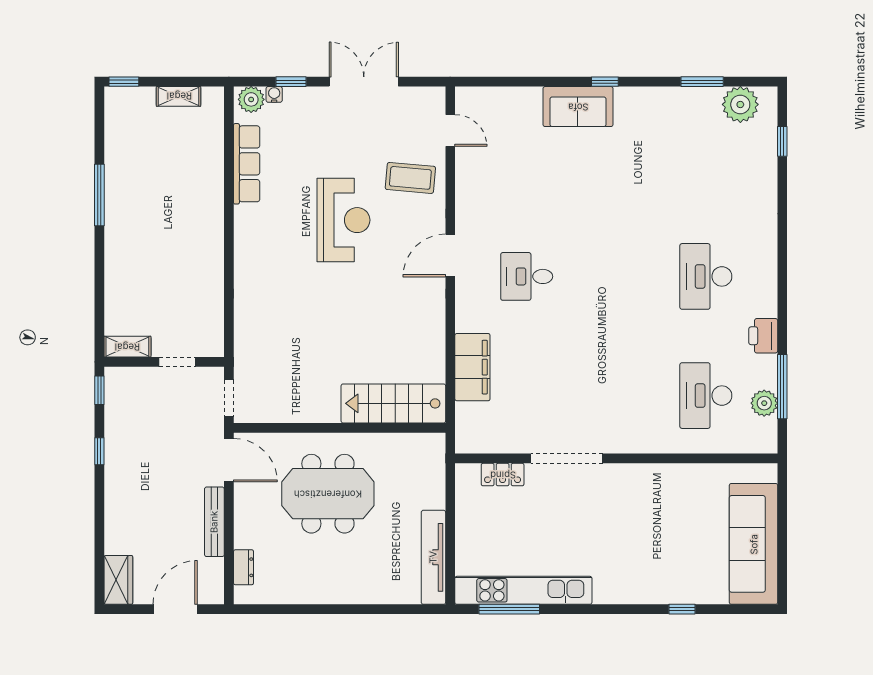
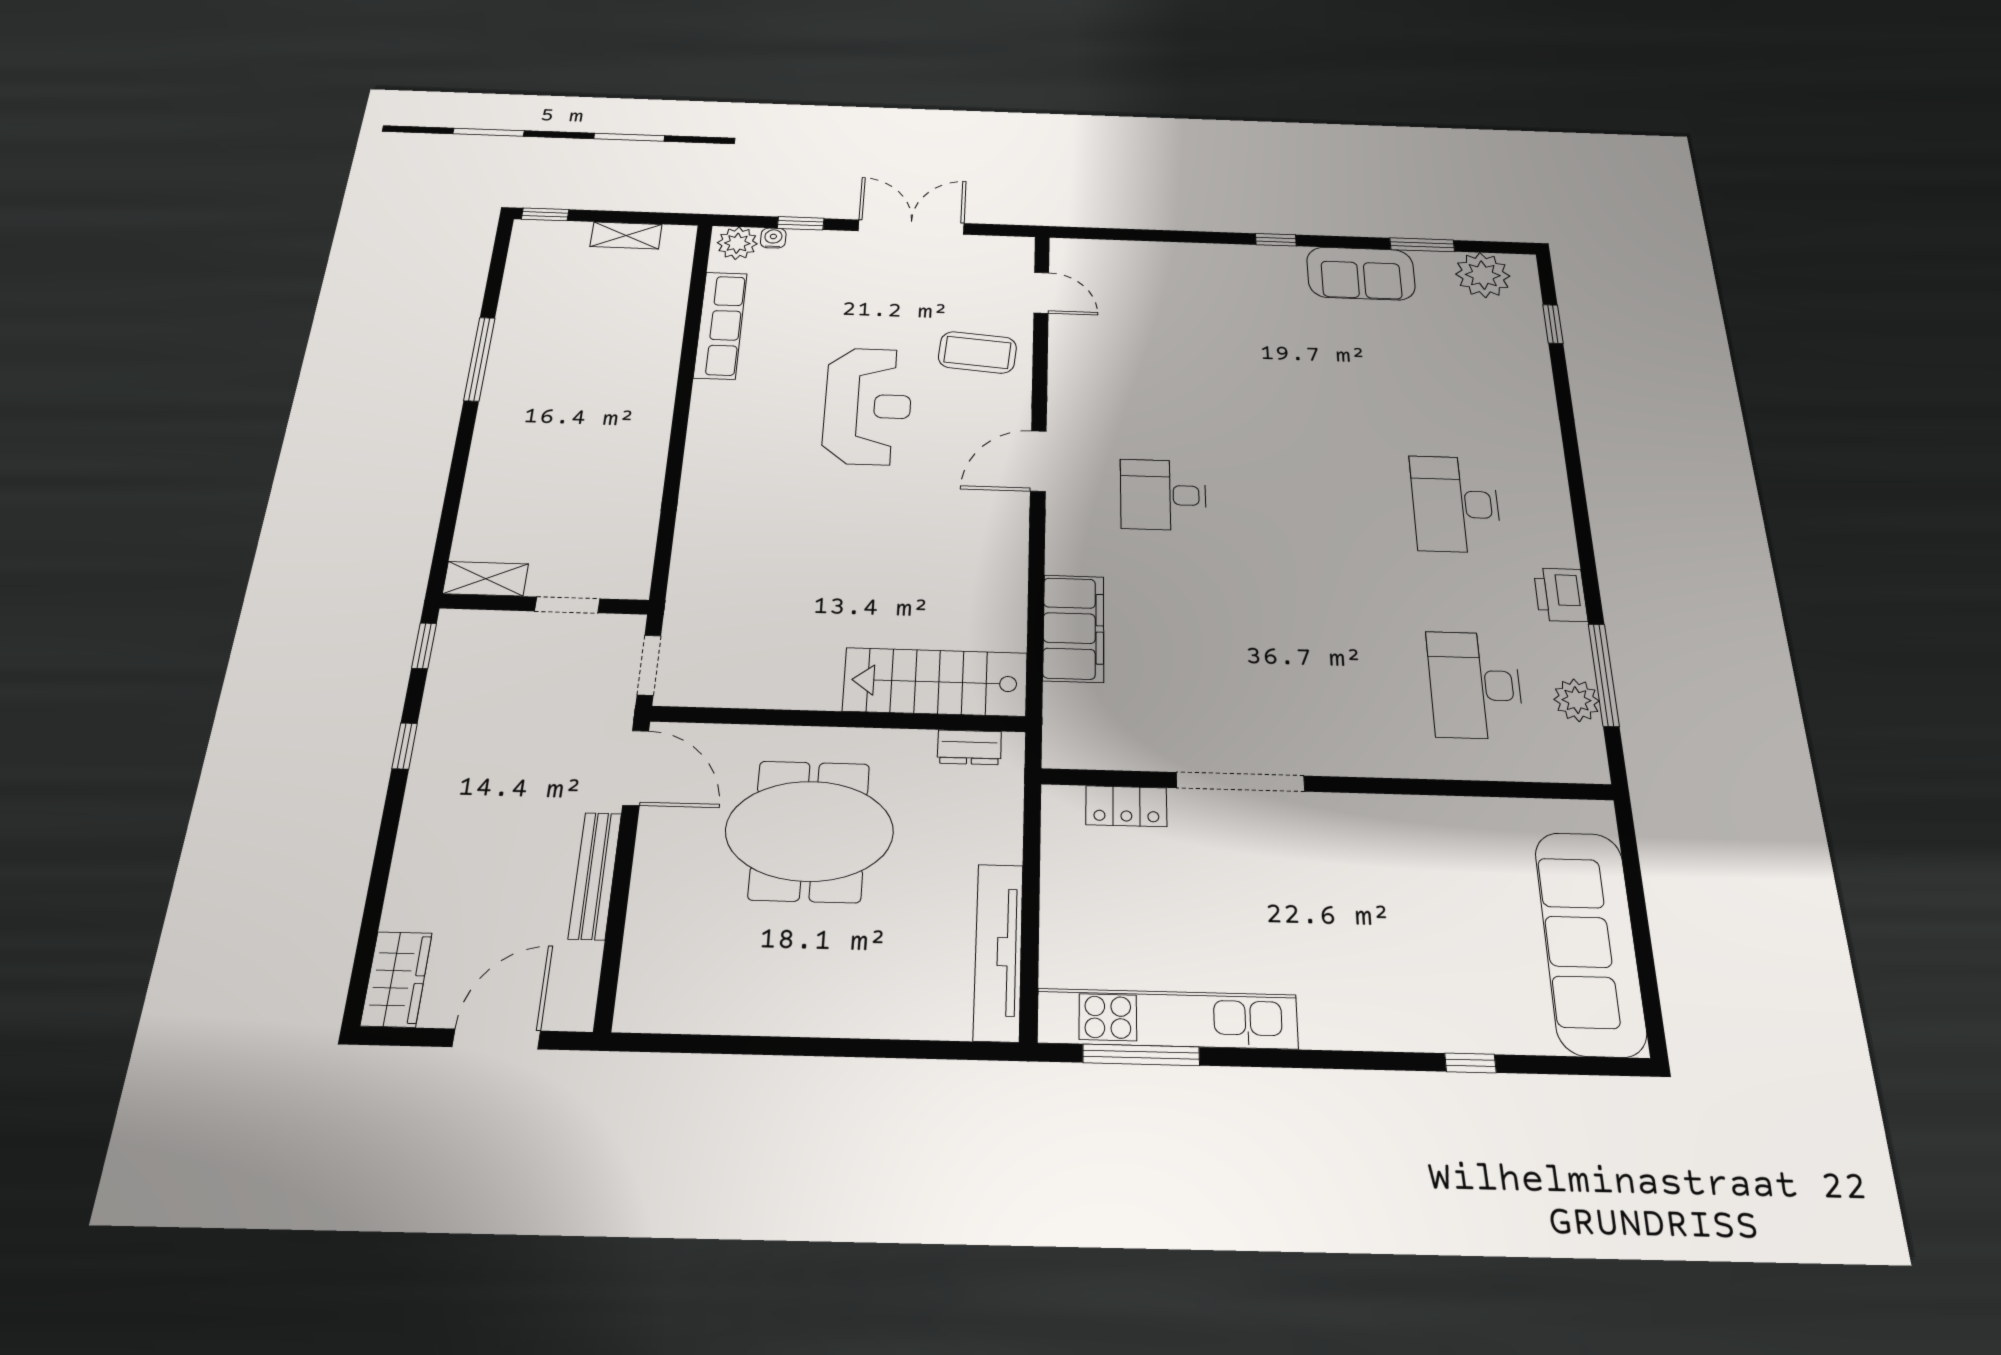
sofa: (578, 107) -> (1361, 273), moved
dresser: (244, 567) -> (969, 747), moved, turned 90

